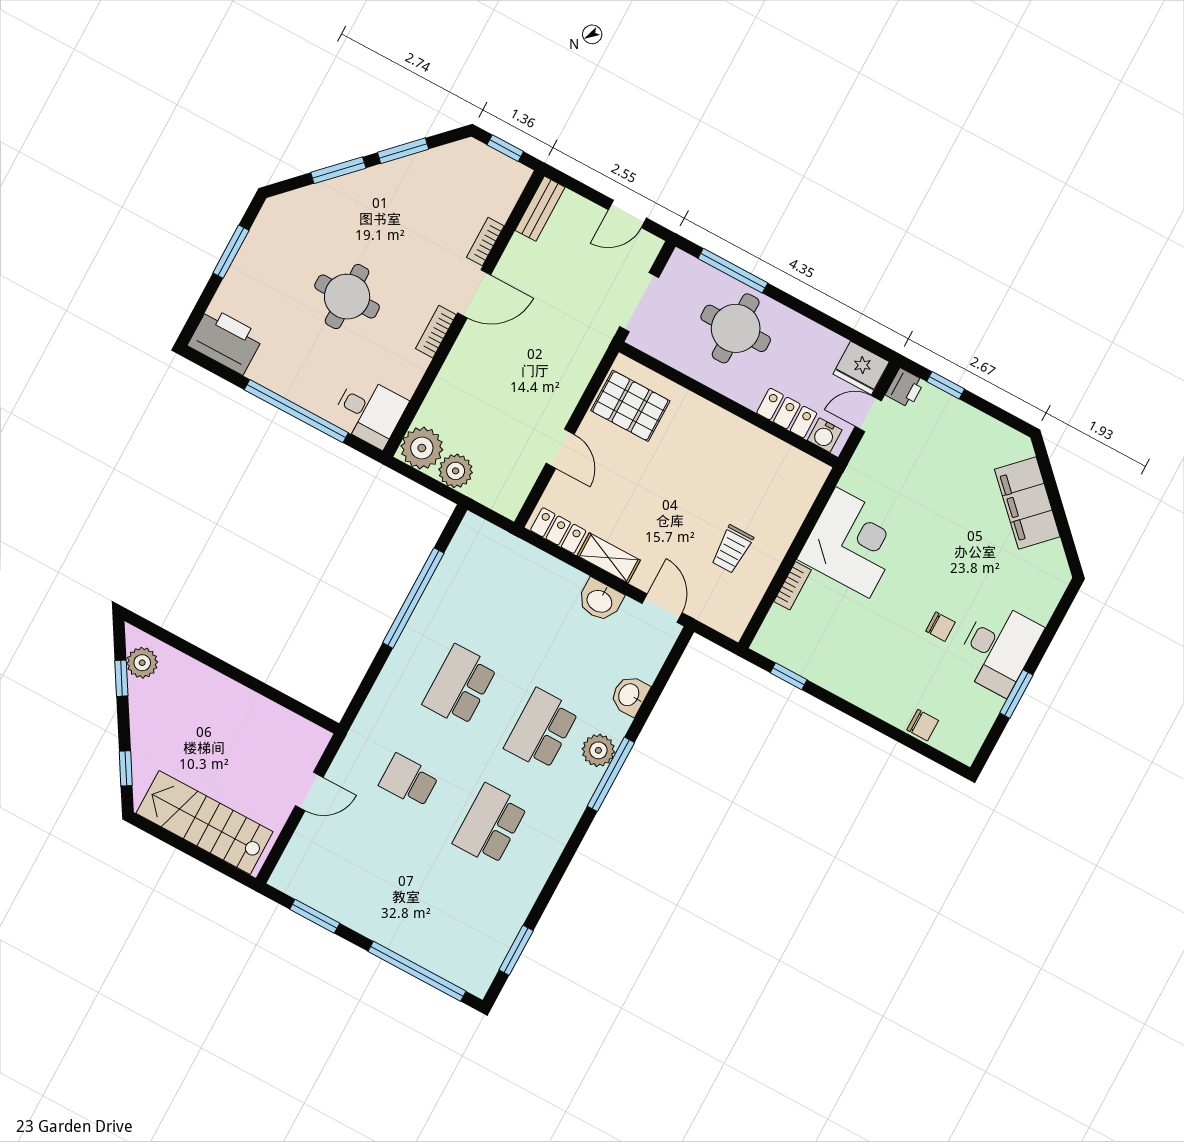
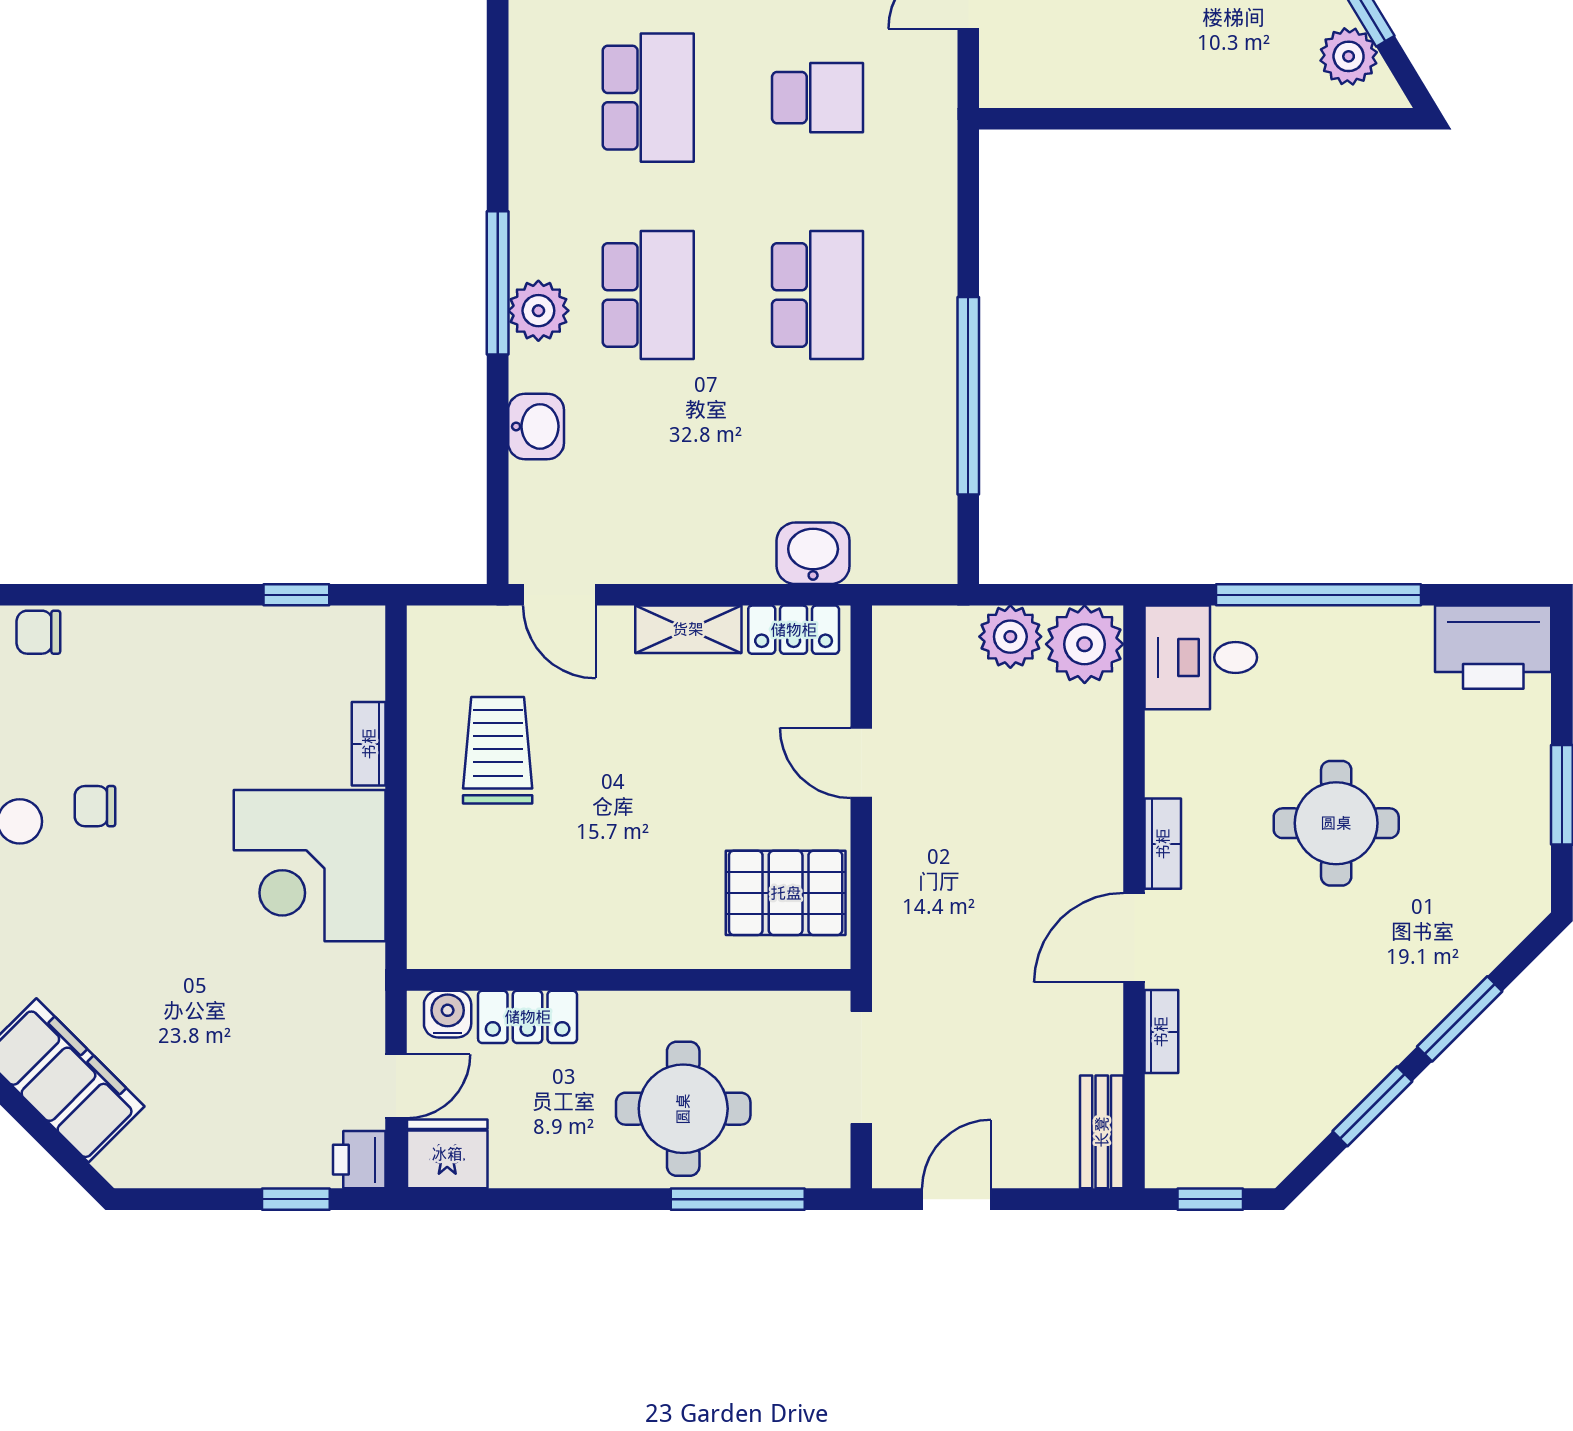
trolley: (732, 549) -> (498, 750), width x1.36, depth x1.39
washbasin: (600, 600) -> (813, 553), moved

